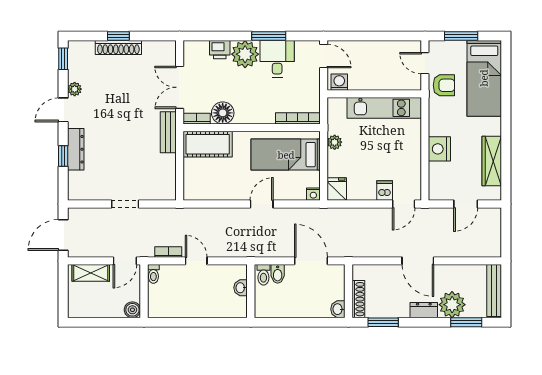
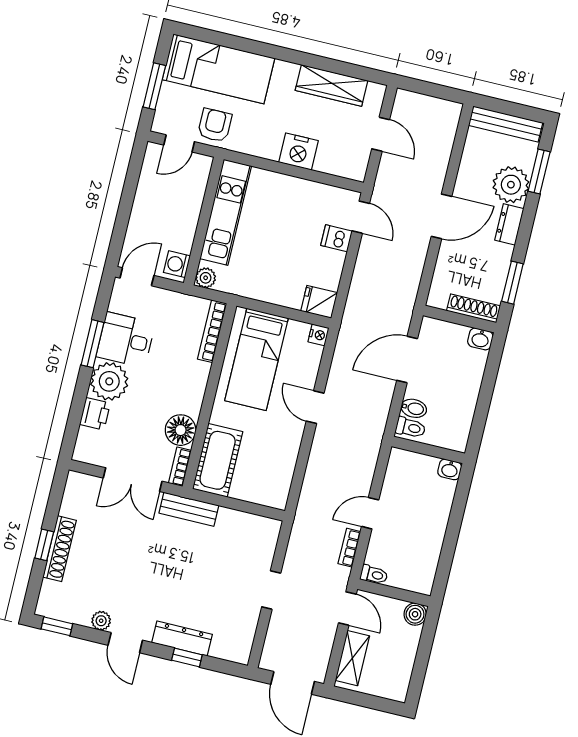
plant: (335, 142) -> (206, 278), moved
washbasin: (241, 288) -> (450, 469), moved

